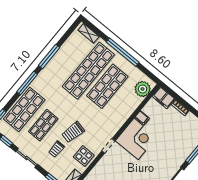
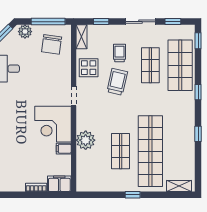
window: (123, 52) -> (133, 195), width x0.32
window: (49, 56) -> (198, 134), width x0.46
window: (27, 83) -> (198, 92), width x0.46
shop shelf: (107, 86) -> (121, 151), width x0.70, depth x0.74
plant: (143, 89) -> (86, 140), moved

